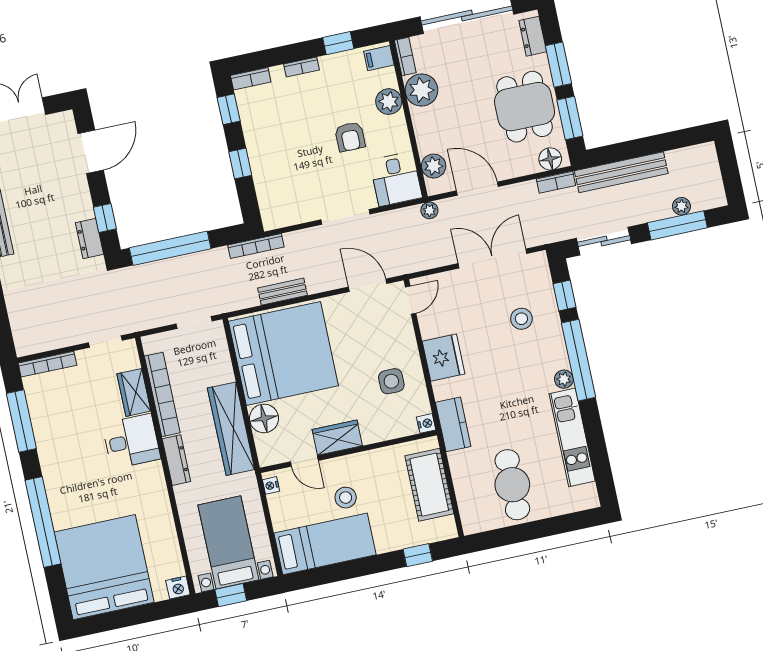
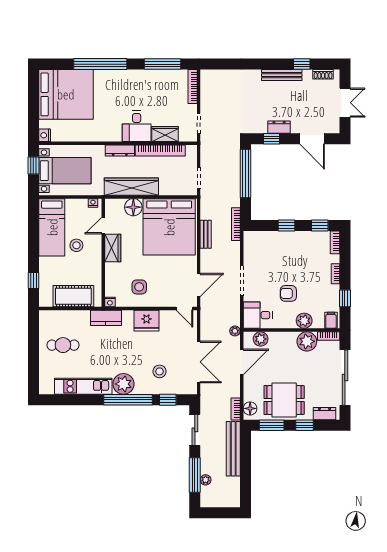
window: (558, 65) -> (304, 425), width x0.67
dresser: (89, 239) -> (279, 127), moved
plant: (564, 379) -> (123, 384), width x1.88, depth x1.88
cafe table: (512, 485) -> (63, 345), width x0.73, depth x0.74

